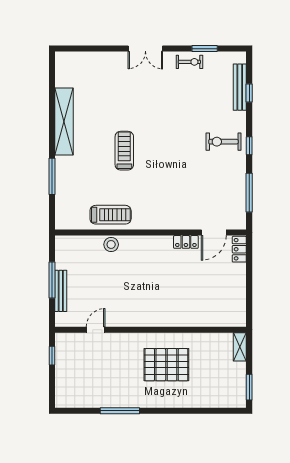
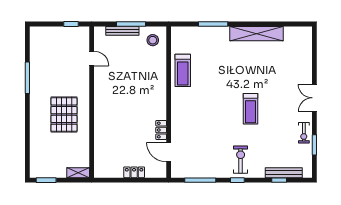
treadmill: (124, 151) -> (250, 109), moved, turned 90
stool: (111, 244) -> (153, 40), moved
locker: (239, 249) -> (134, 172), moved

